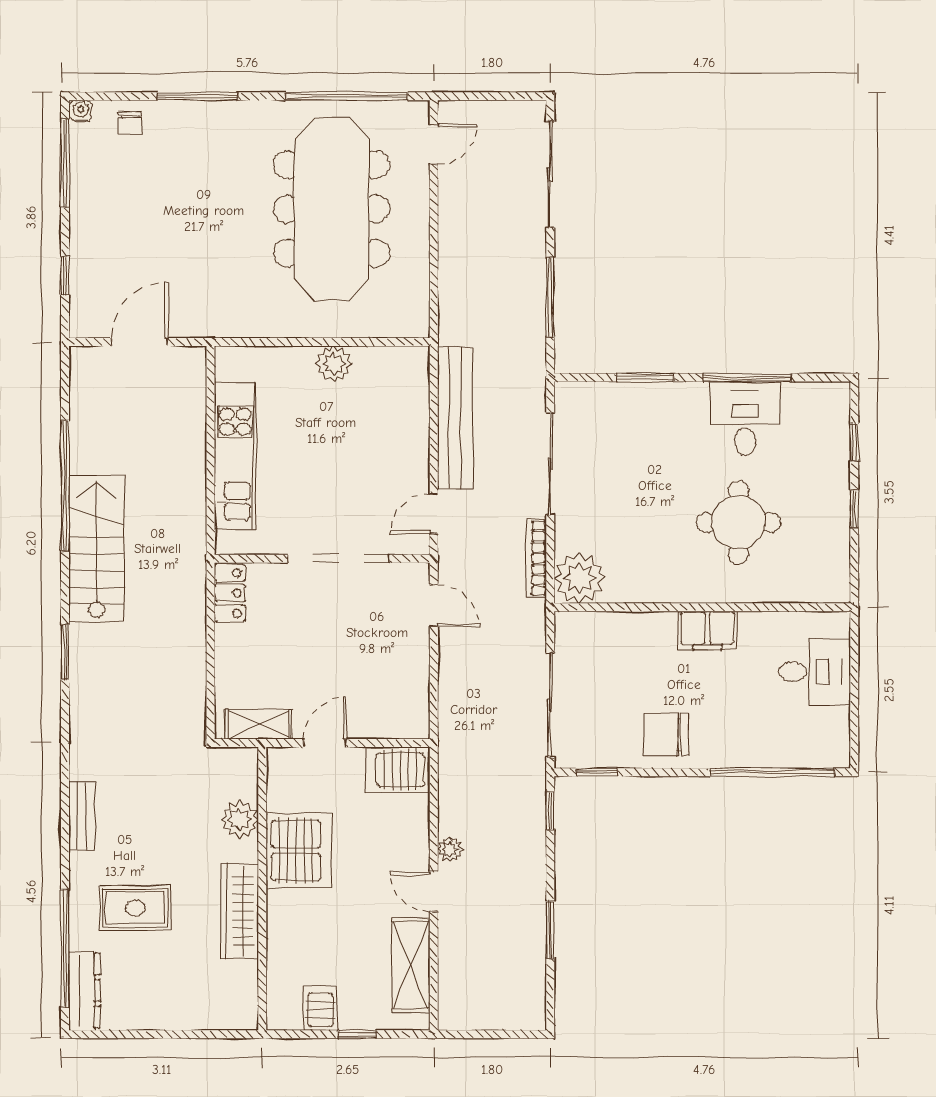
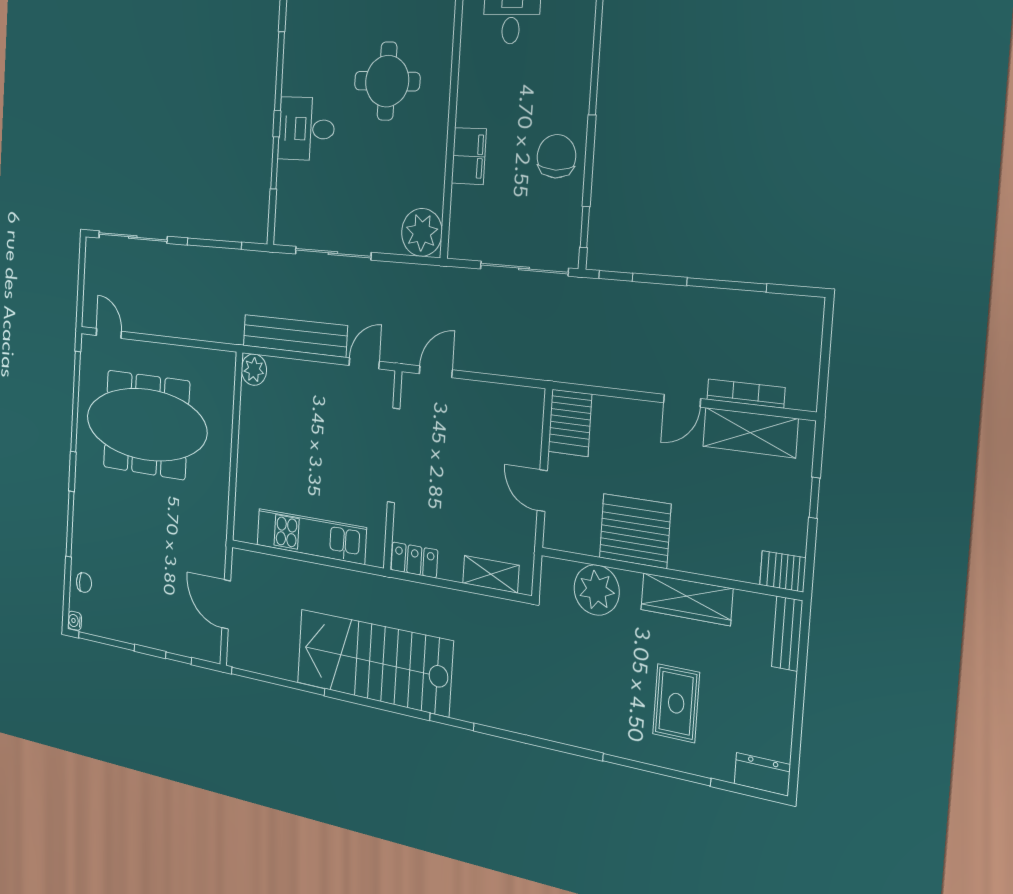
plant: (334, 364) -> (254, 370), moved
desk: (745, 419) -> (306, 129), moved
window: (65, 485) -> (277, 681), moved
door: (434, 514) -> (364, 363), swing flipped
stairs: (96, 548) -> (374, 662), width x1.36, depth x1.51
bookcase: (536, 558) -> (746, 394), moved, turned 180
filing cabinet: (707, 631) -> (469, 156), moved
shelving: (259, 724) -> (491, 574), moved, turned 90
chair: (666, 735) -> (556, 156), turned 180
bench: (82, 815) -> (787, 634), moved, turned 90
plant: (240, 819) -> (597, 590), width x1.36, depth x1.36
plant: (450, 849) -> (644, 380), removed
window: (550, 930) -> (726, 285), width x1.44
window: (65, 948) -> (656, 770), moved
dresser: (84, 991) -> (762, 774), width x0.70
server rack: (320, 1008) -> (783, 571), moved

